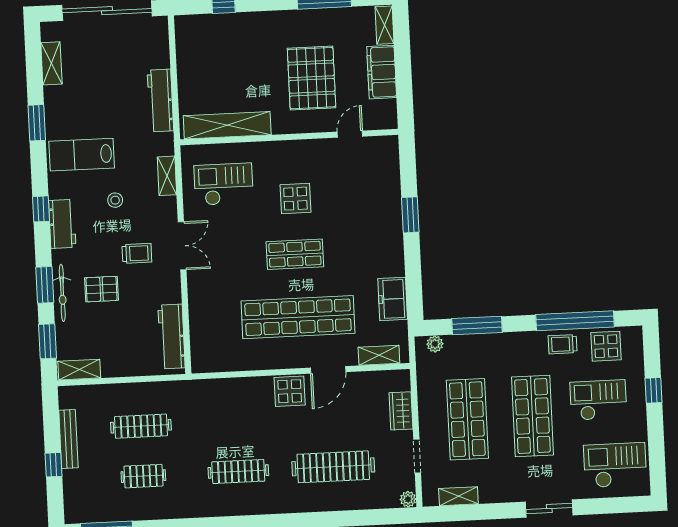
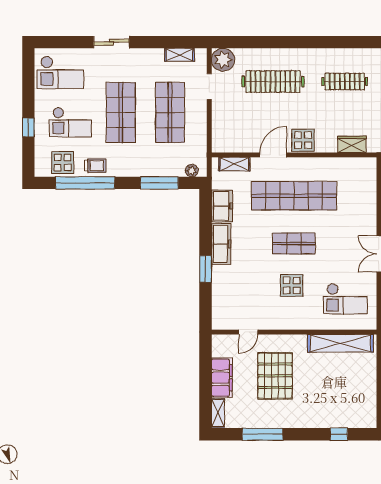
freezer: (391, 249) -> (221, 244), added
wardrobe: (401, 411) -> (352, 144), moved, turned -90
plant: (408, 499) -> (223, 60), width x1.88, depth x1.88

